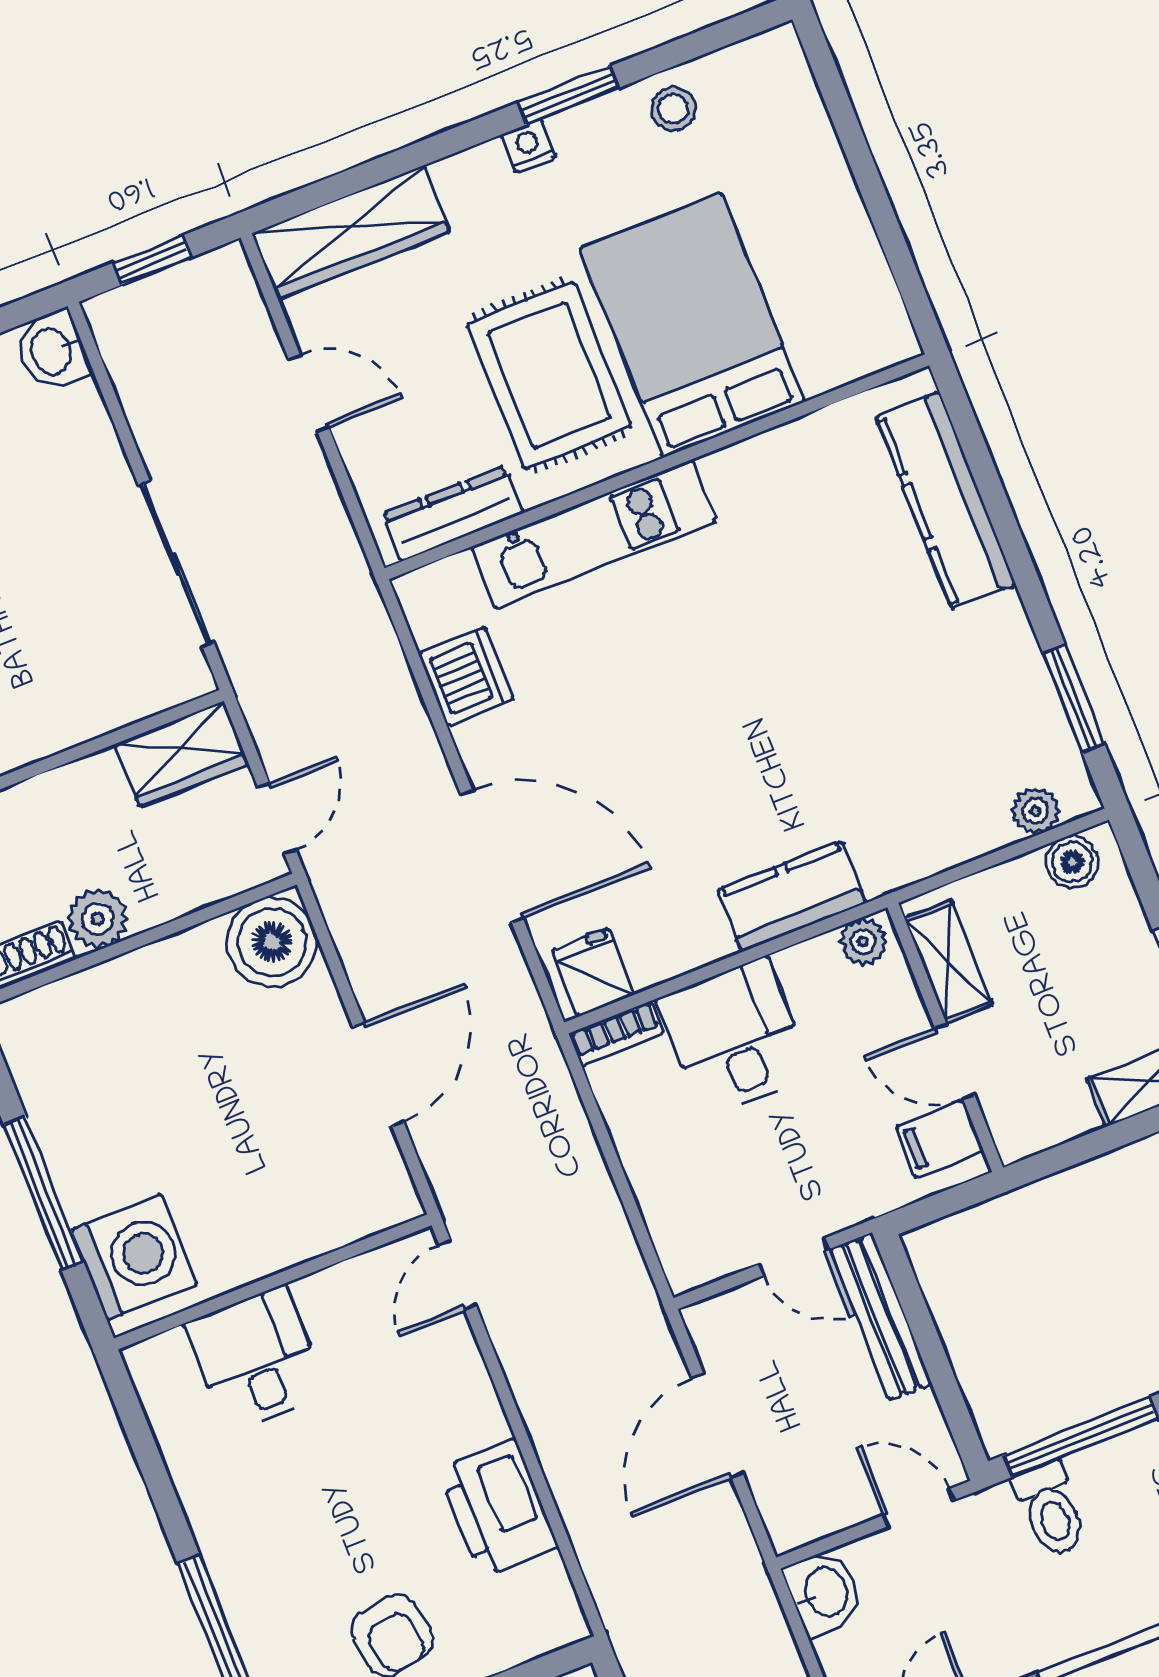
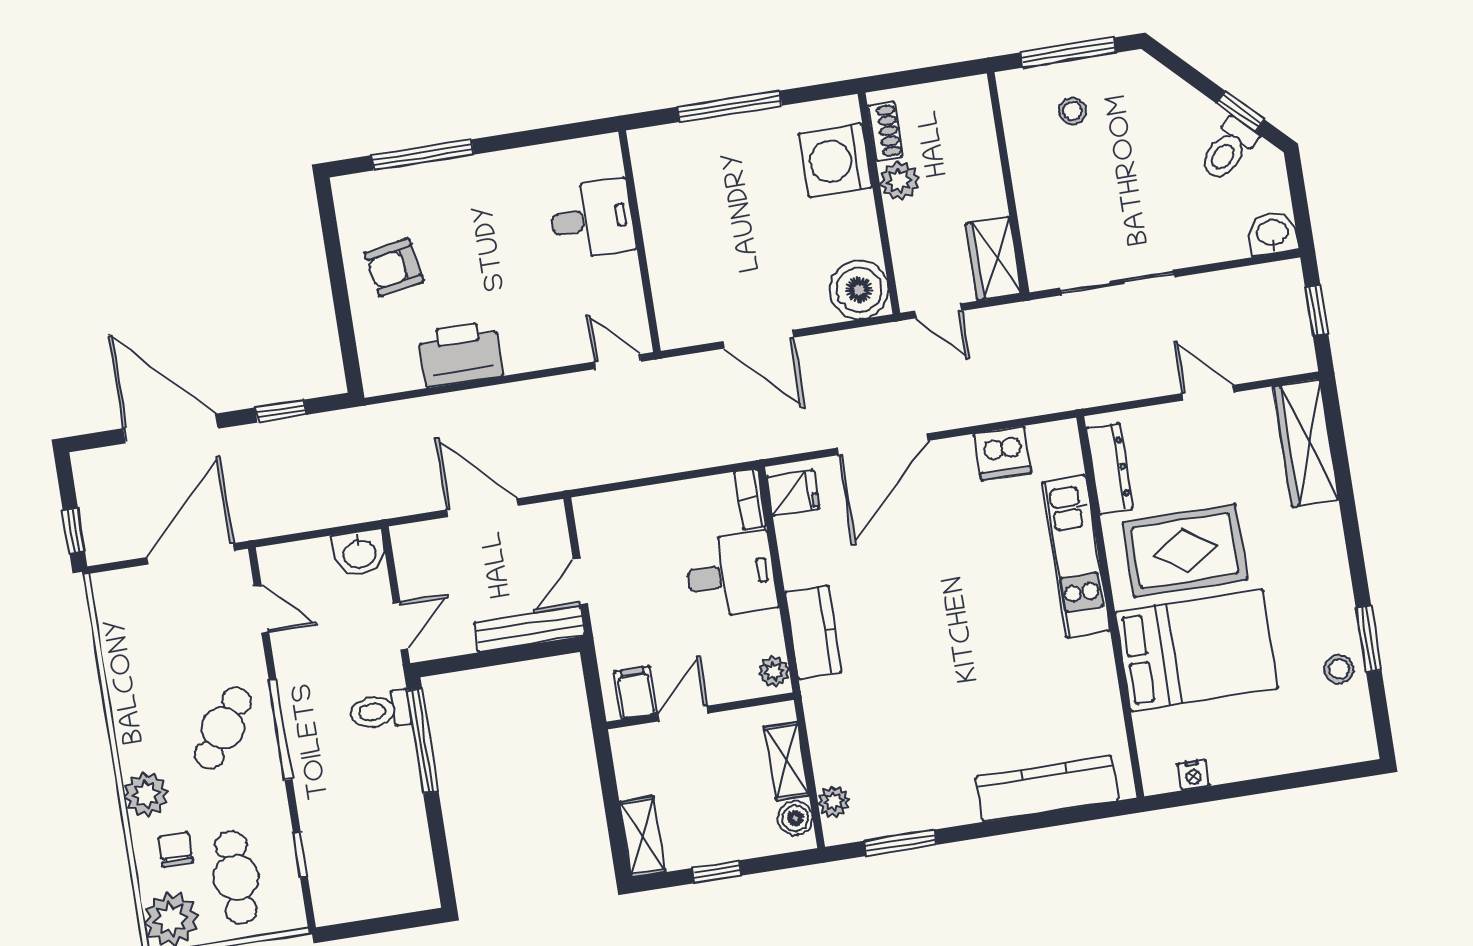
window: (568, 95) -> (1369, 639), moved
nightstand: (529, 146) -> (1193, 775), moved, turned 90
door: (309, 393) -> (1208, 393), swing flipped
shelving: (949, 961) -> (787, 761), moved, turned 90
washing machine: (134, 1257) -> (835, 160), moved, turned 90

